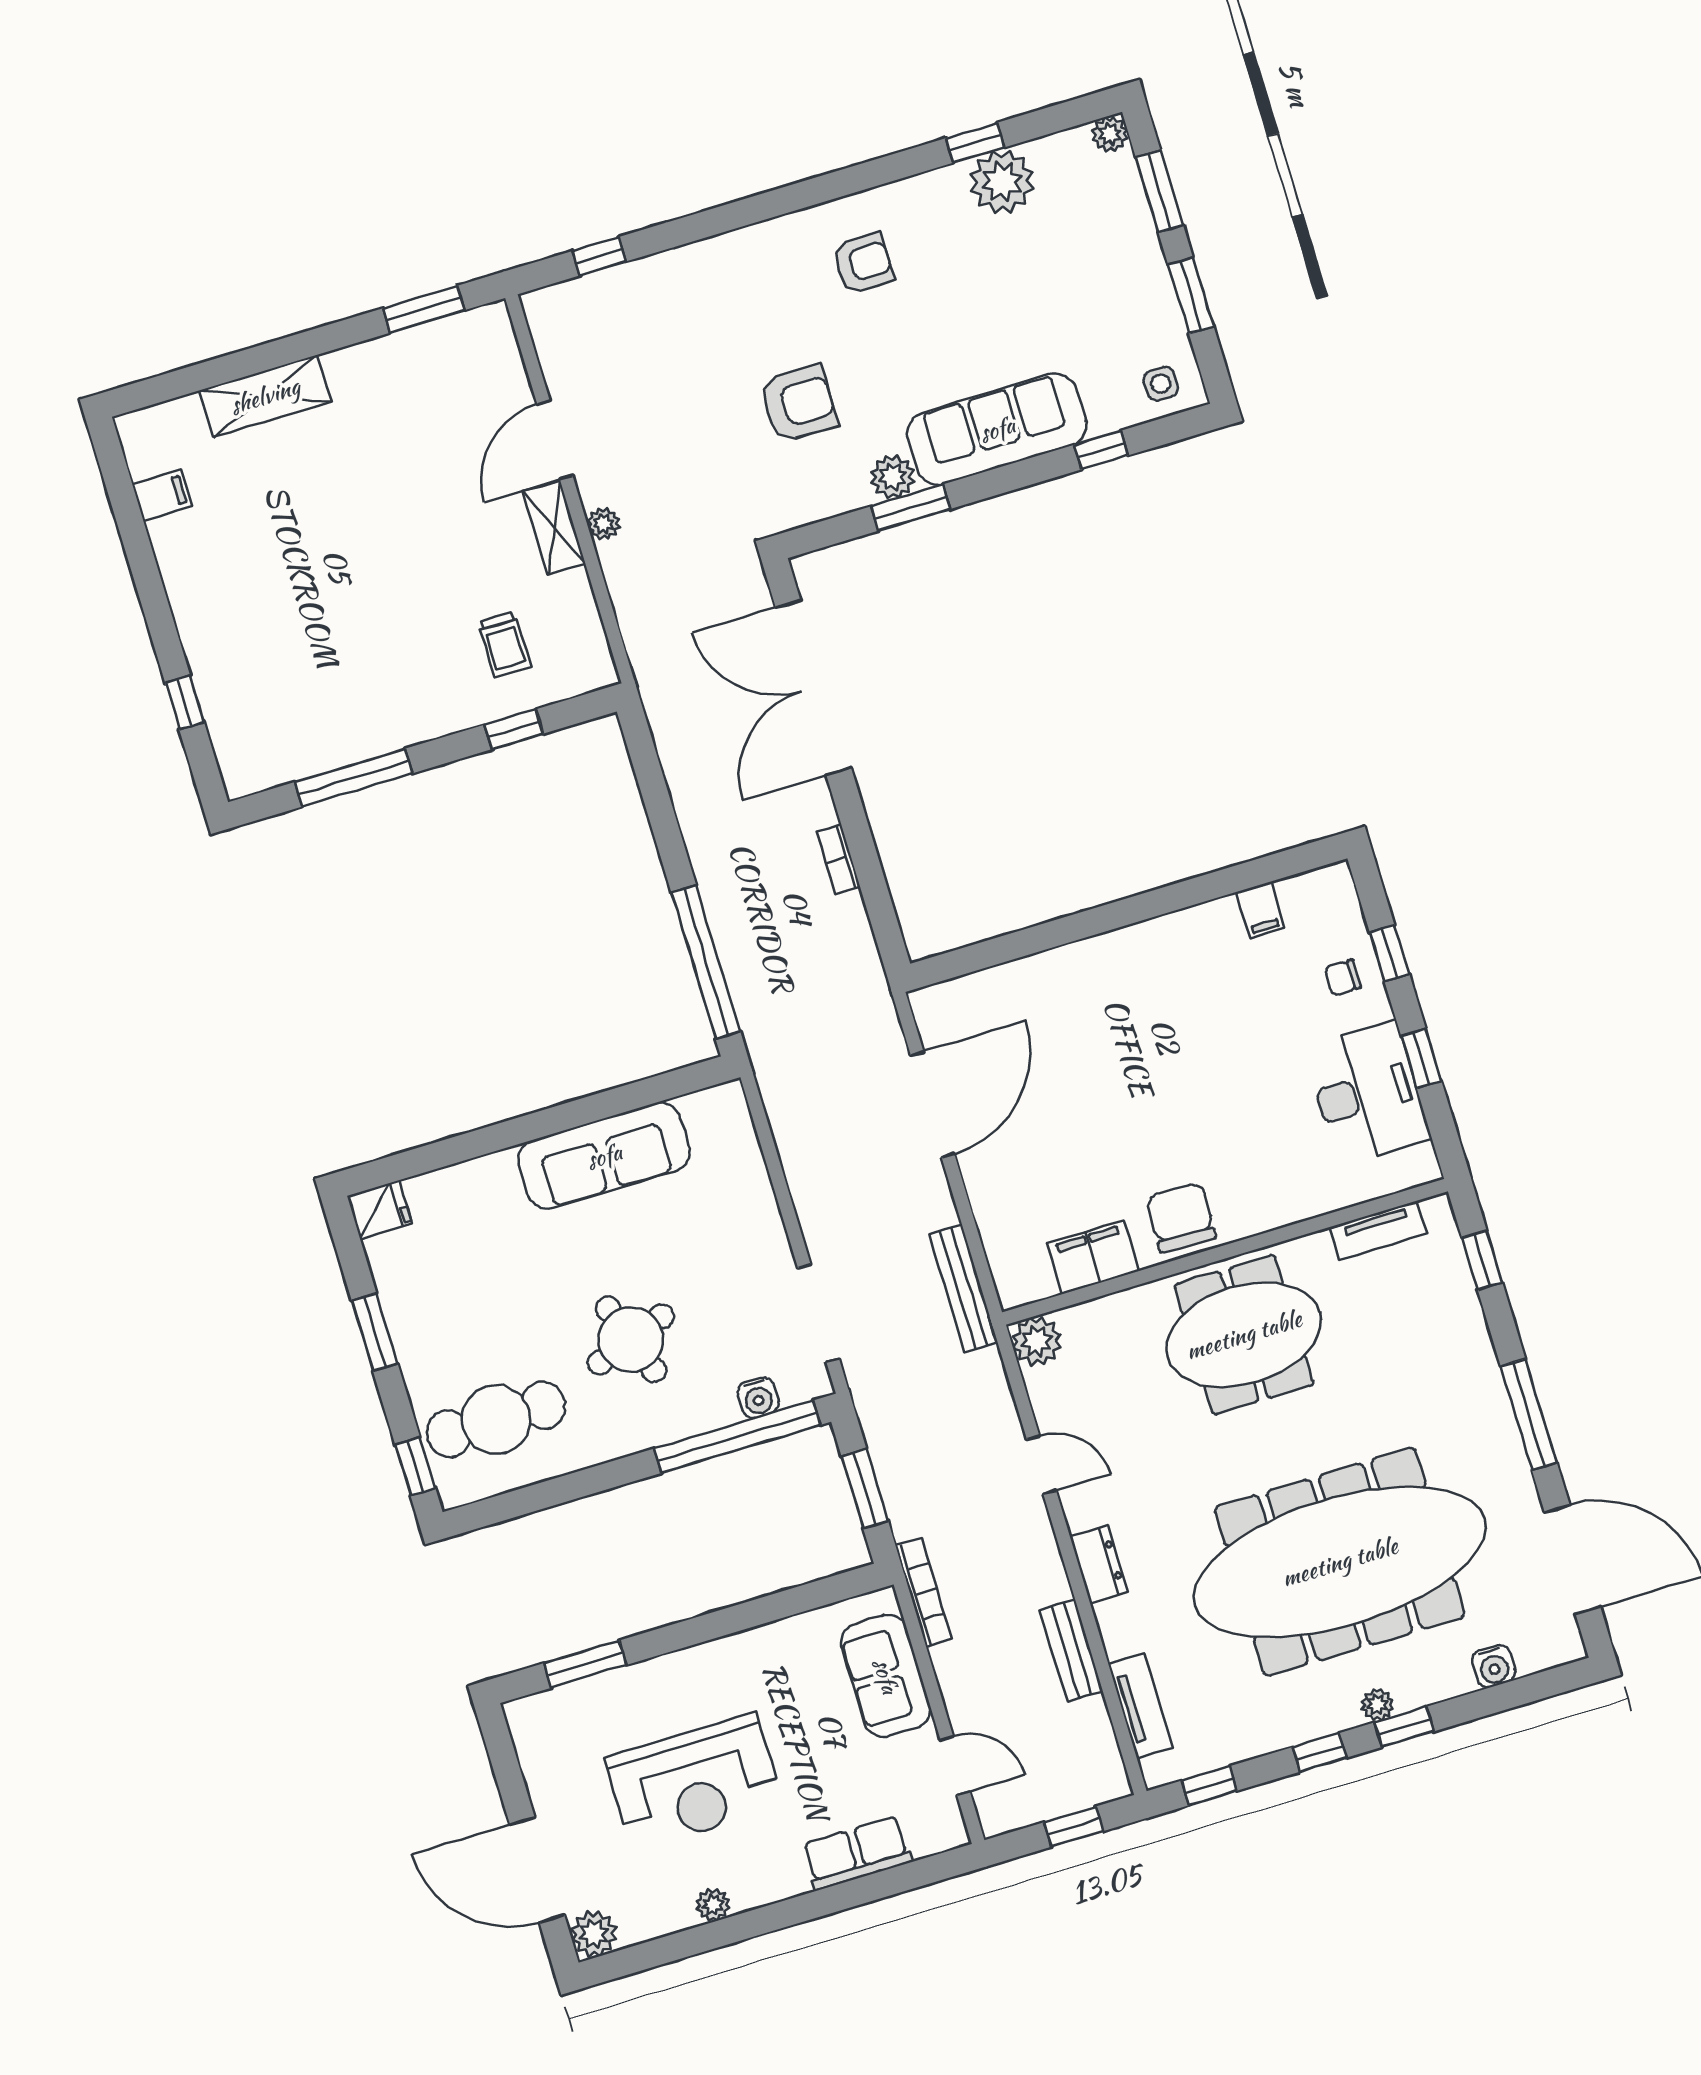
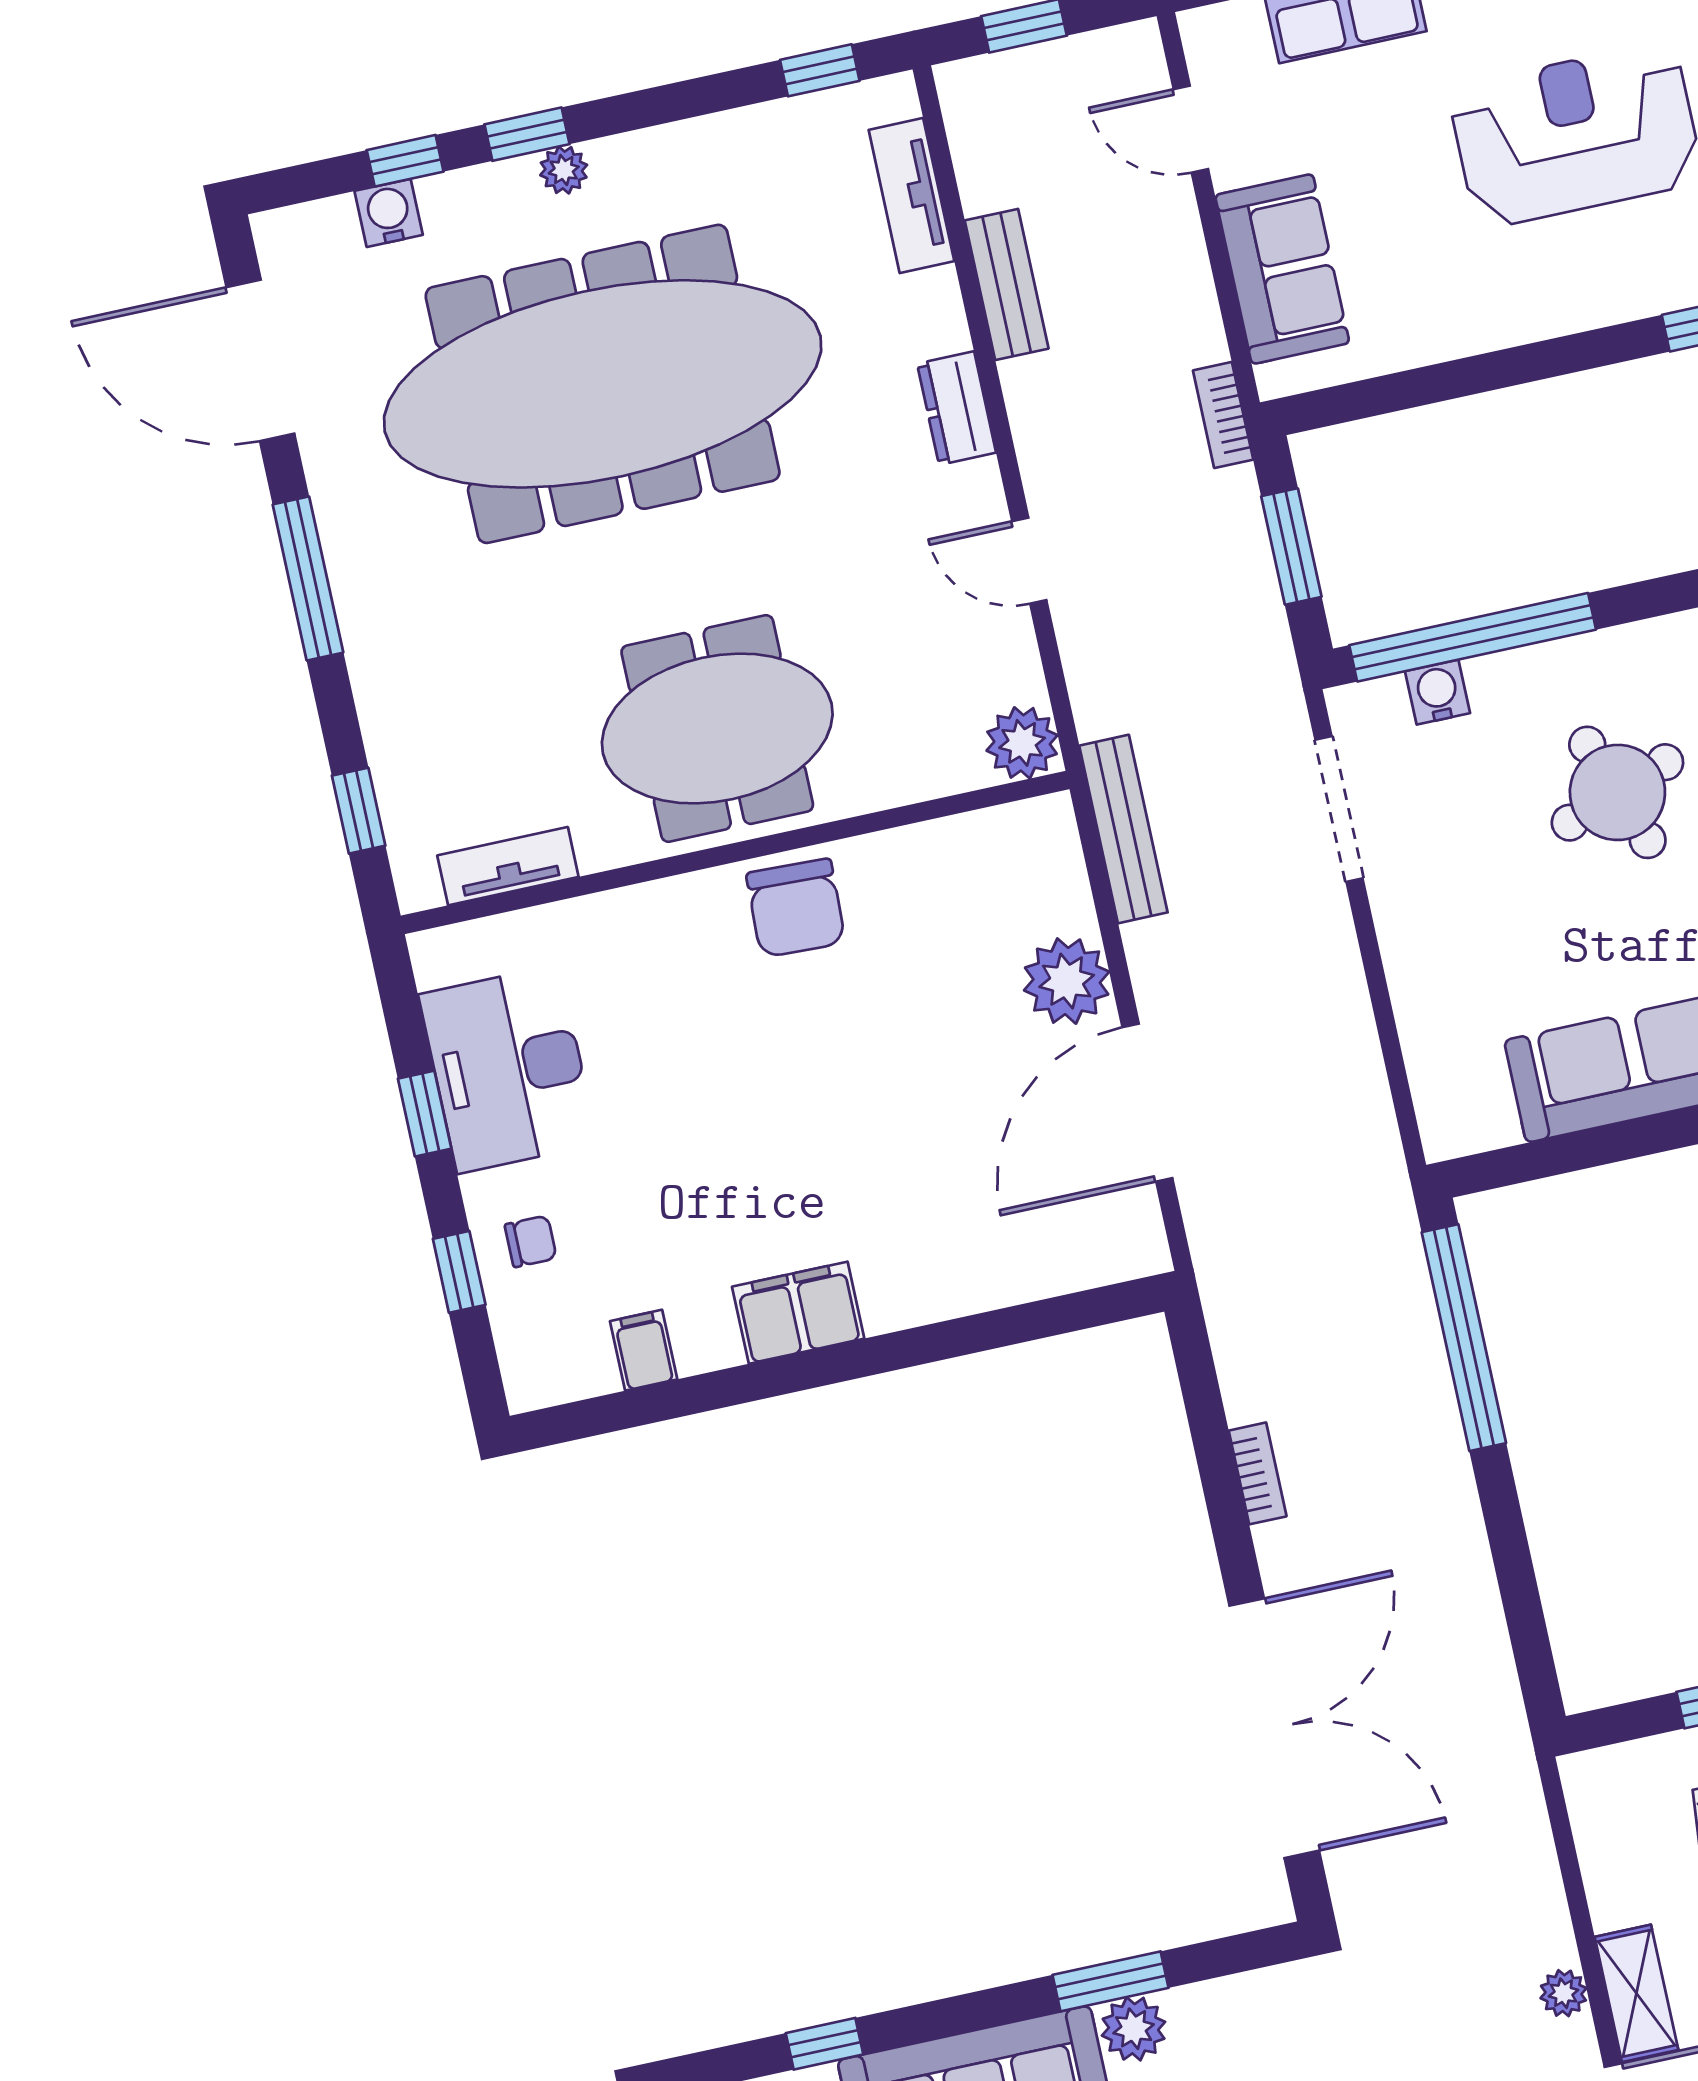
plant: (994, 1182) -> (1067, 981), added
filing cabinet: (1093, 1257) -> (798, 1313), moved, turned 180
bookcase: (923, 1592) -> (1223, 415), width x0.64
window: (1319, 1752) -> (405, 161), moved

